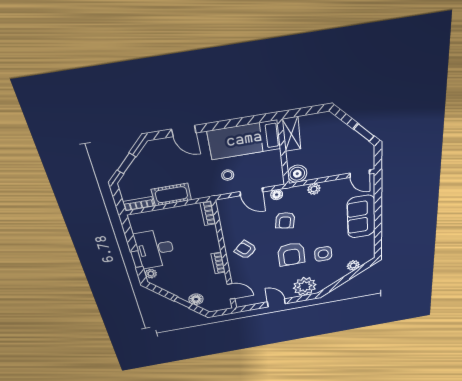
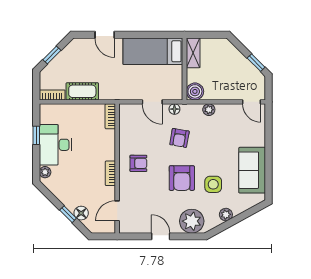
stool: (228, 175) -> (134, 81), removed
sofa: (361, 217) -> (252, 170), moved
armchair: (245, 250) -> (138, 163), turned 134
window: (137, 259) -> (36, 135), moved
plant: (353, 265) -> (226, 215), moved
door: (231, 291) -> (117, 211), swing flipped

